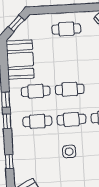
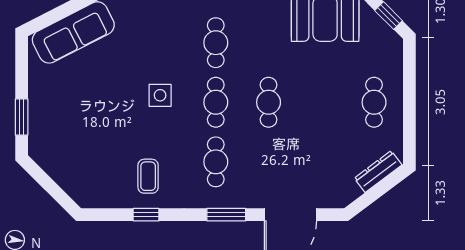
cafe table: (36, 91) -> (269, 43), removed

